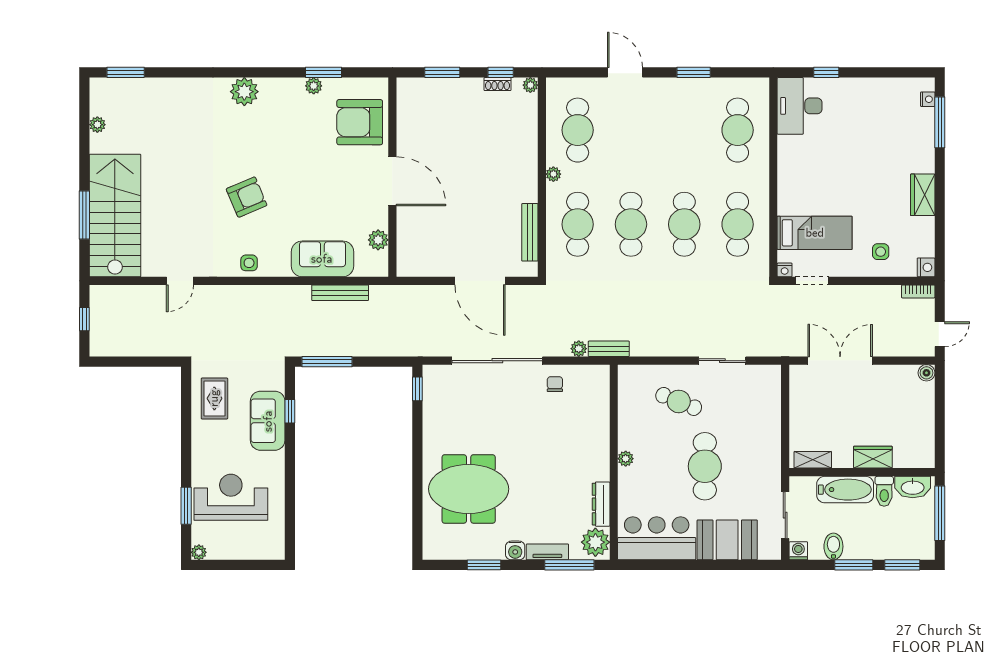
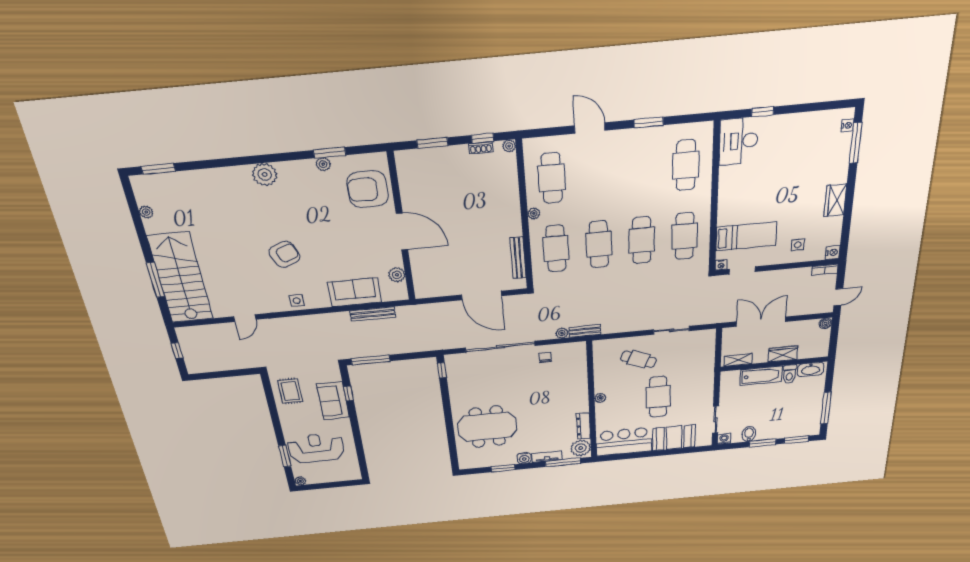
wardrobe: (873, 457) -> (783, 354), moved
shelving: (813, 460) -> (738, 360), moved
wall: (862, 472) -> (774, 364), moved
washbasin: (913, 487) -> (811, 369), moved
bathtub: (845, 490) -> (761, 376), moved
toilet: (884, 491) -> (789, 374), moved

